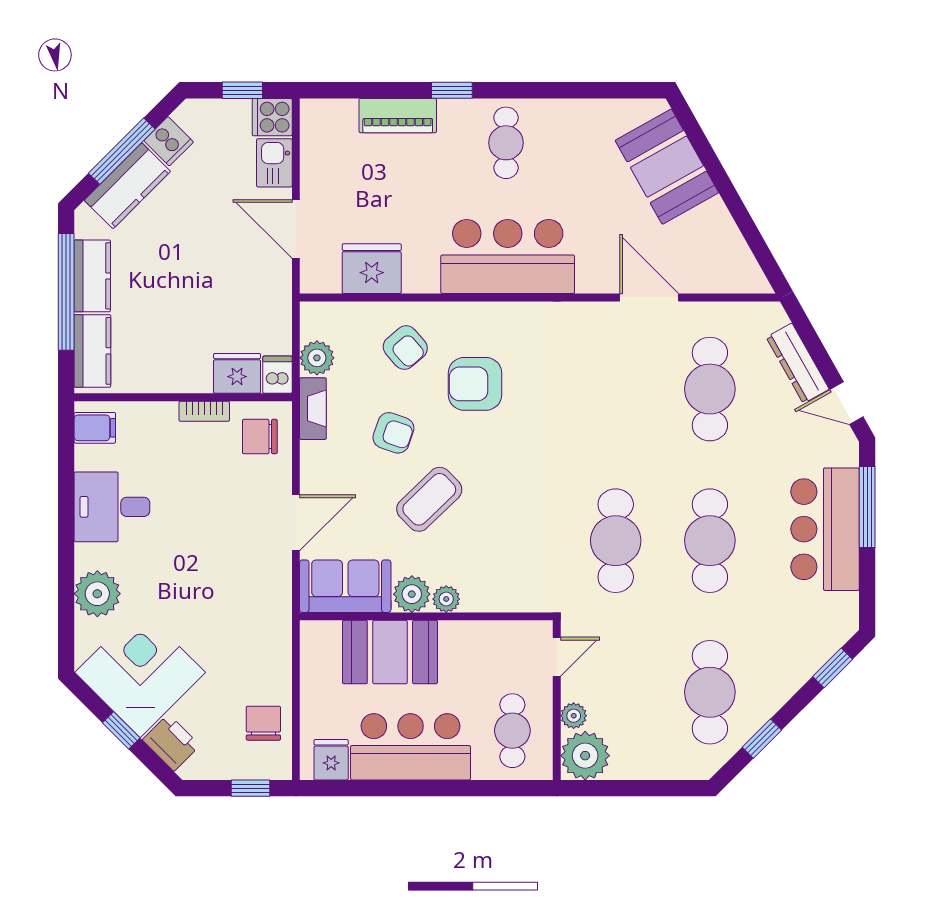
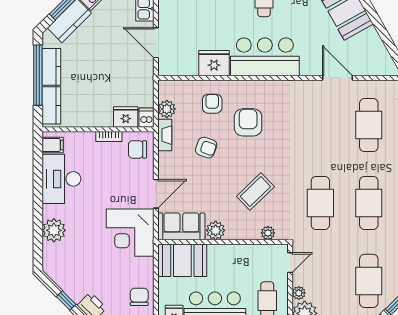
fridge: (372, 269) -> (214, 63), moved
armchair: (405, 348) -> (212, 104), turned -139
armchair: (475, 384) -> (248, 122), turned 90
coffee table: (429, 499) -> (255, 192), moved
desk: (112, 507) -> (61, 179), width x1.37
plant: (446, 599) -> (268, 233), moved
booth: (390, 652) -> (182, 260), moved
corner desk: (140, 672) -> (130, 233), moved, turned -135

